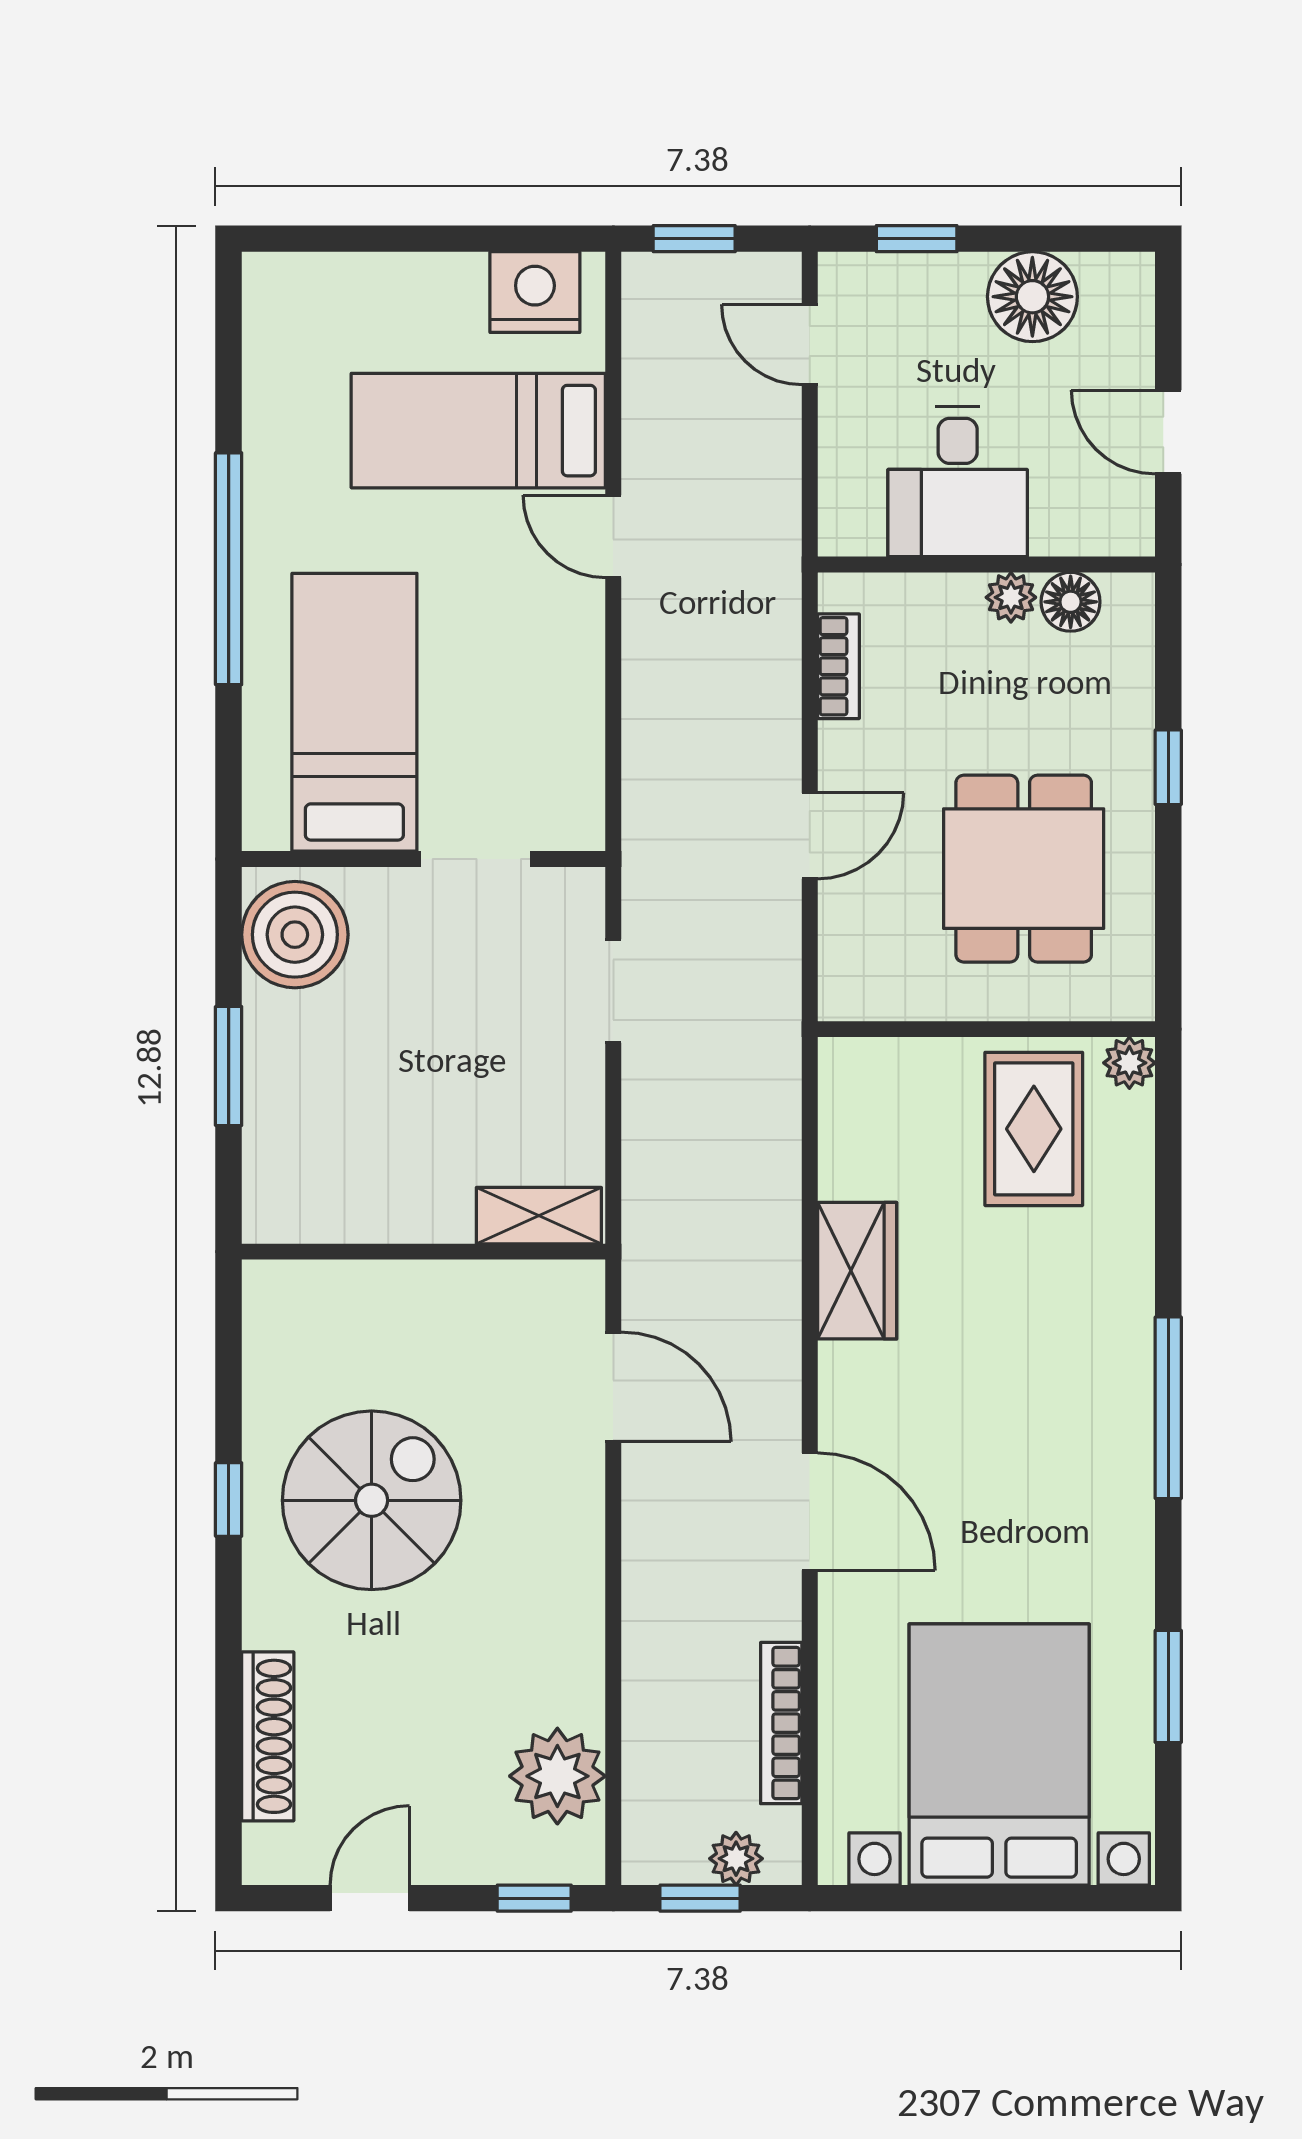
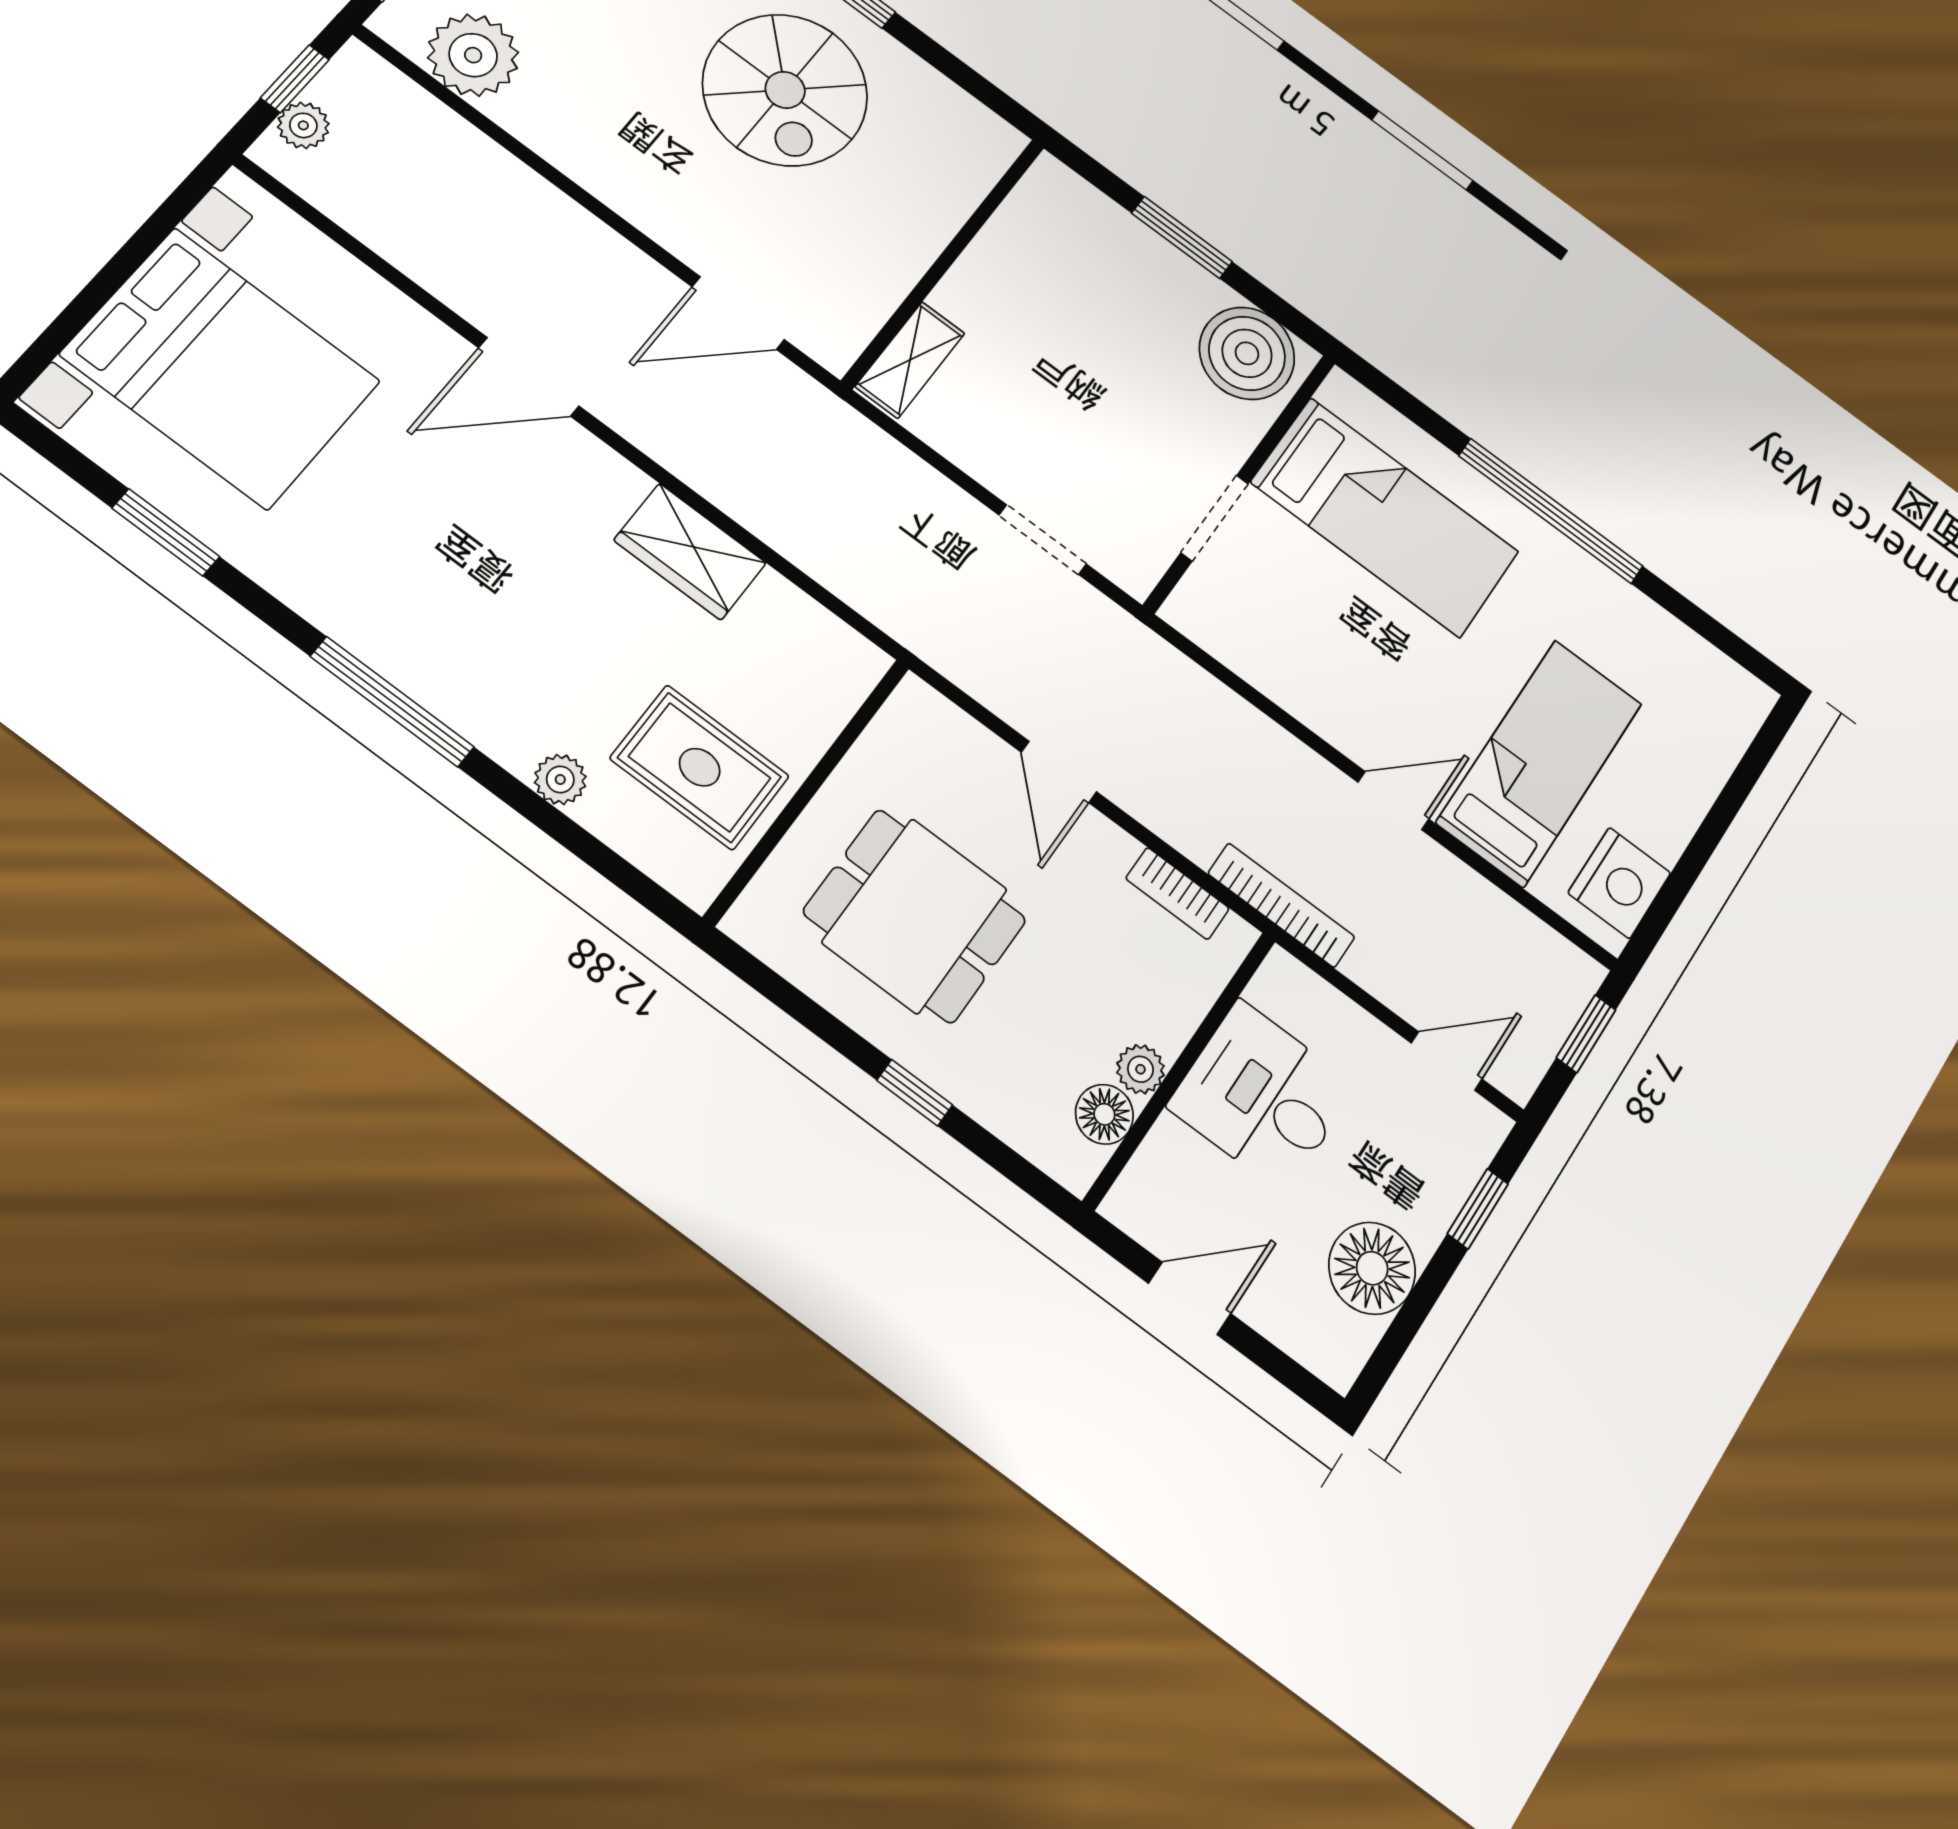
plant: (1129, 1063) -> (560, 779), moved
bookcase: (781, 1723) -> (1281, 905), moved

